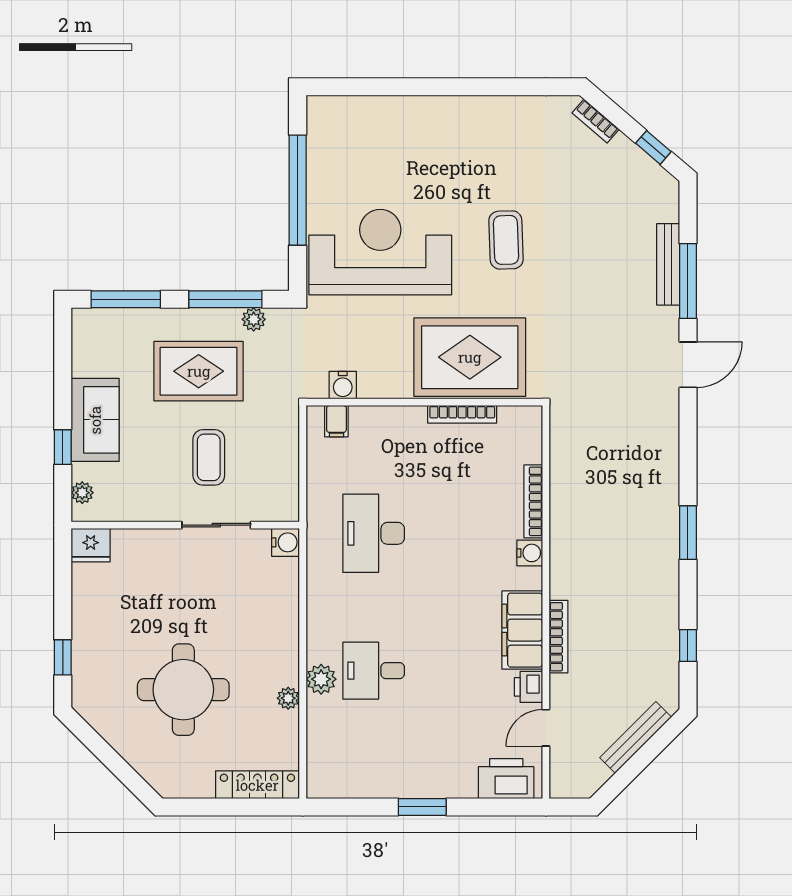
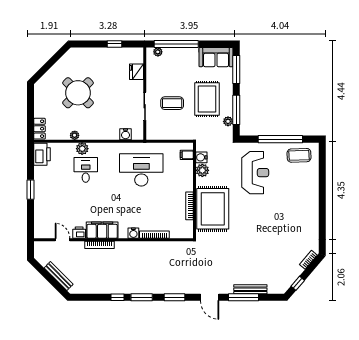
coffee table: (506, 240) -> (299, 155), moved
reception desk: (380, 252) -> (255, 173), width x0.74, depth x0.77
plant: (375, 383) -> (202, 170), added
sofa: (95, 420) -> (216, 57), moved
window: (63, 447) -> (176, 44), width x3.17
window: (688, 451) -> (175, 297), added
desk: (374, 533) -> (141, 170), width x1.36, depth x1.30
water cooler: (285, 542) -> (126, 134), moved
fridge: (91, 545) -> (137, 72), moved
window: (688, 646) -> (118, 297), moved
window: (63, 657) -> (114, 44), moved
round table: (183, 690) -> (78, 93), turned 45
printer: (506, 779) -> (42, 154), moved
locker: (257, 785) -> (40, 129), width x0.66

